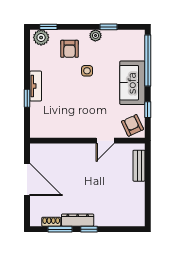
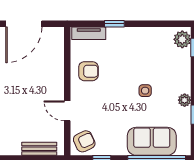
armchair: (69, 49) -> (88, 71), moved, turned 180
sofa: (132, 83) -> (152, 141), moved
tv unit: (36, 86) -> (89, 33), moved

